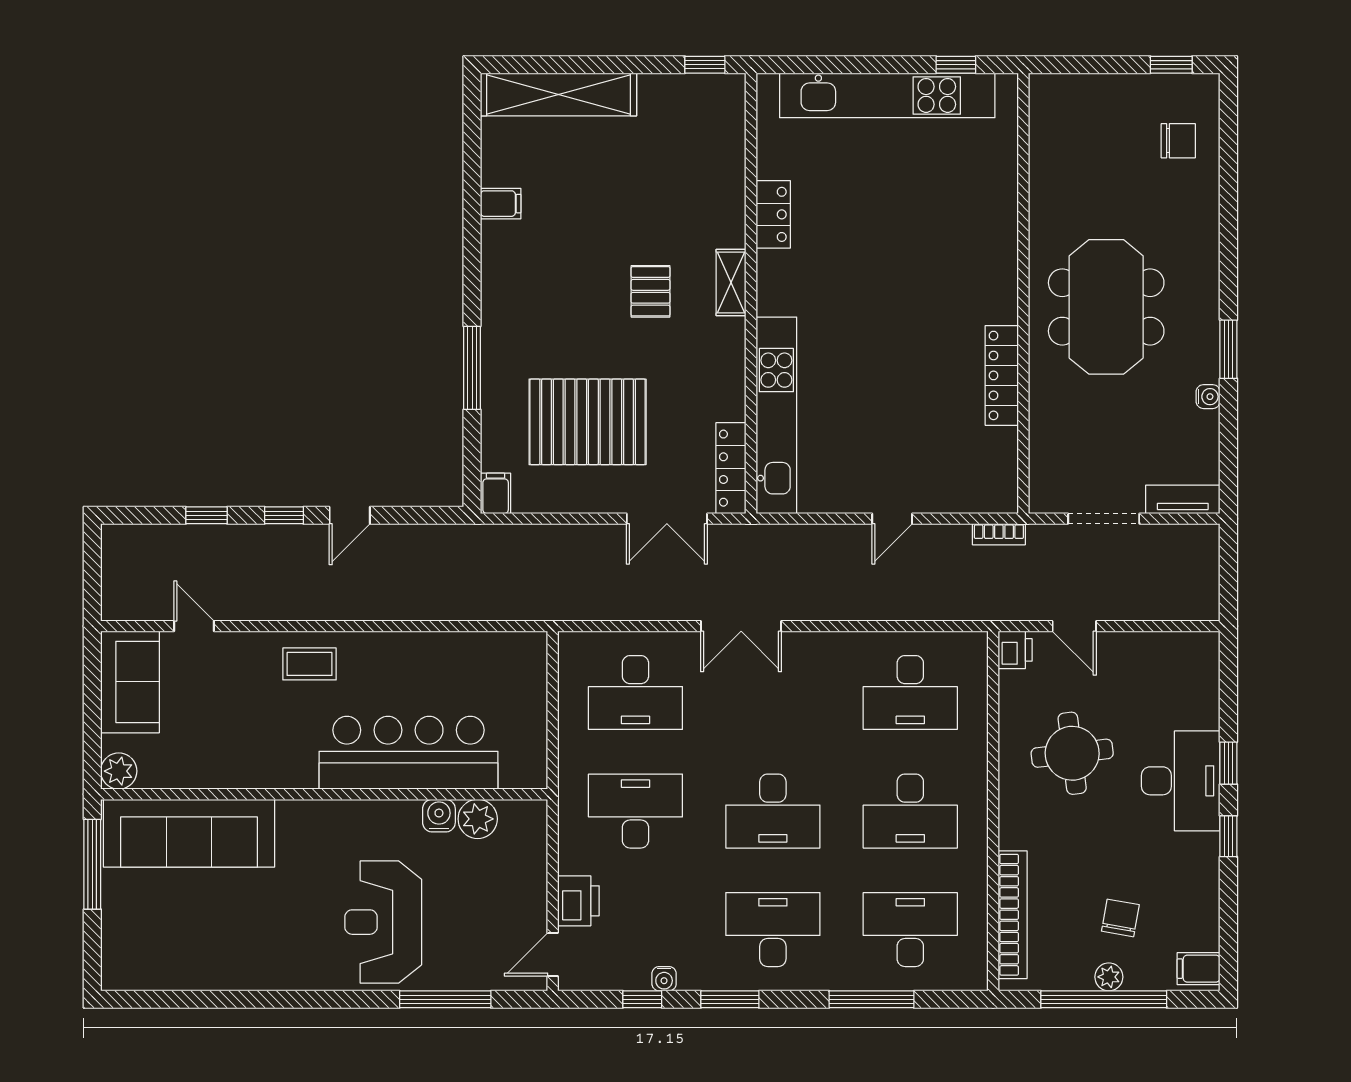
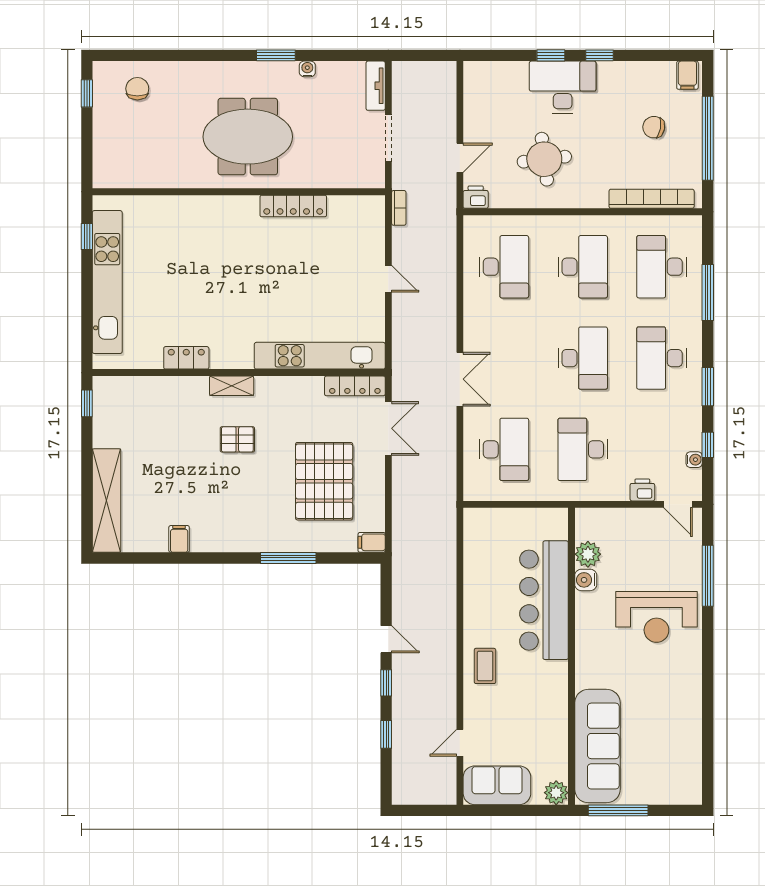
printer: (578, 901) -> (642, 490), width x0.73, depth x0.81
plant: (1109, 977) -> (693, 135), removed
water cooler: (664, 979) -> (694, 460), moved

